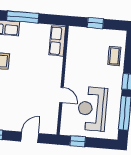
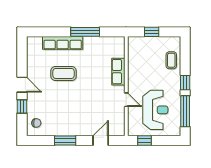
row of seats: (57, 41) -> (118, 72), moved
reception desk: (92, 109) -> (155, 110), turned 180

